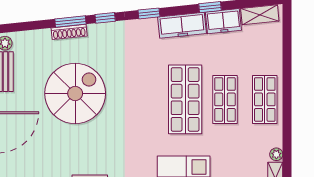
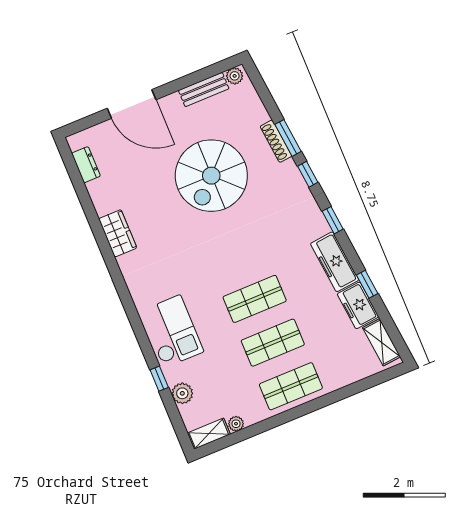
spiral stairs: (75, 93) -> (211, 176), turned 90
shop shelf: (185, 99) -> (255, 299), width x0.70, depth x0.74

